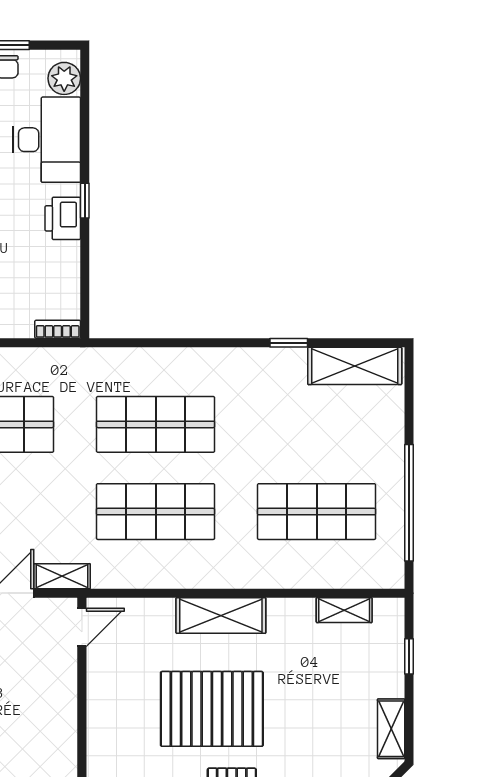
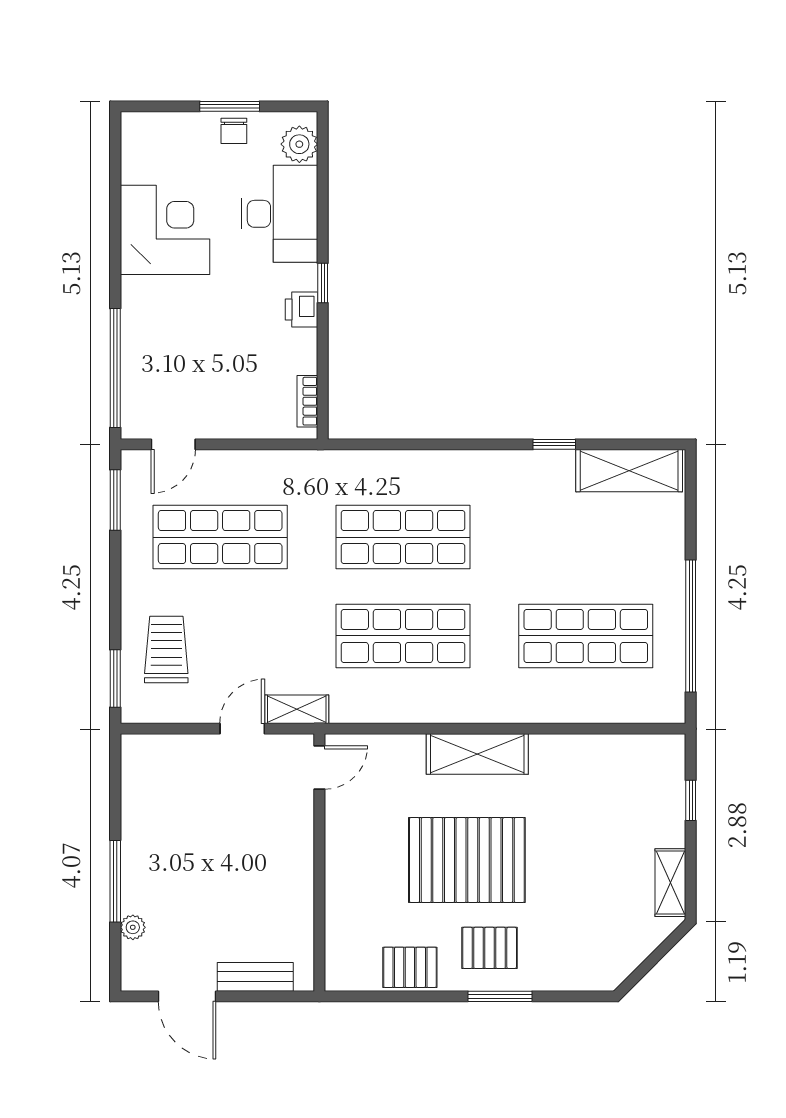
printer: (63, 218) -> (302, 310), width x0.73, depth x0.81
bookcase: (58, 329) -> (307, 401), moved, turned -90
shelving: (344, 610) -> (617, 748), removed

